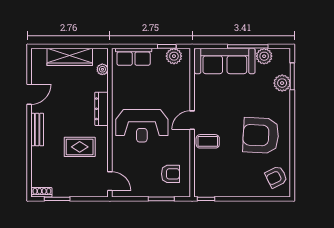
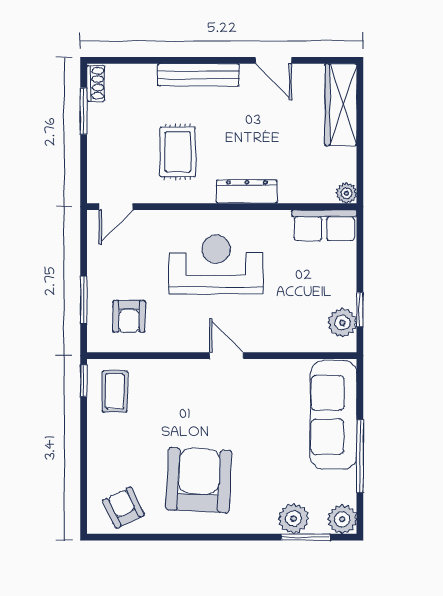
plant: (264, 56) -> (342, 519), moved
wardrobe: (70, 57) -> (341, 105), moved
row of seats: (134, 57) -> (324, 225), moved, turned -90
plant: (102, 69) -> (347, 193), moved
reception desk: (142, 126) -> (216, 265), turned 90
bench: (37, 130) -> (198, 75), width x1.36
coffee table: (208, 141) -> (115, 391), moved

